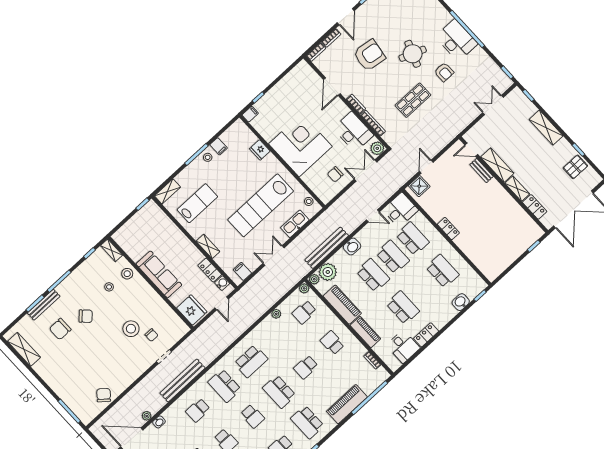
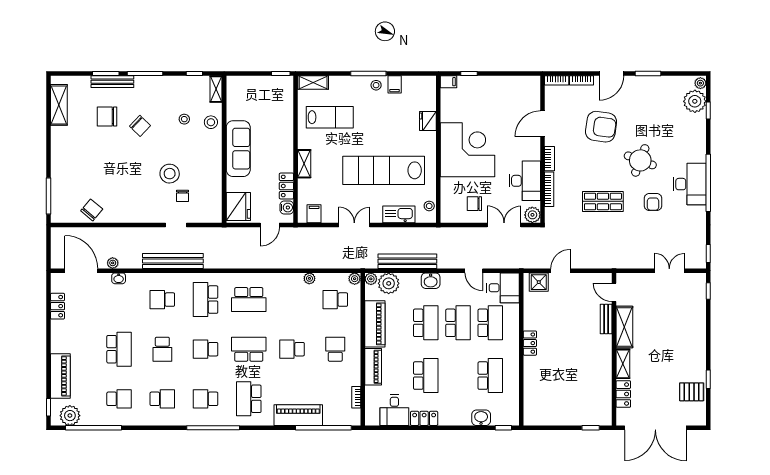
shelving: (546, 128) -> (698, 334), removed
school desk: (279, 392) -> (249, 349), turned 90
school desk: (253, 416) -> (206, 349), turned 90

